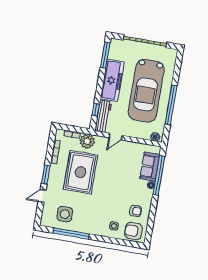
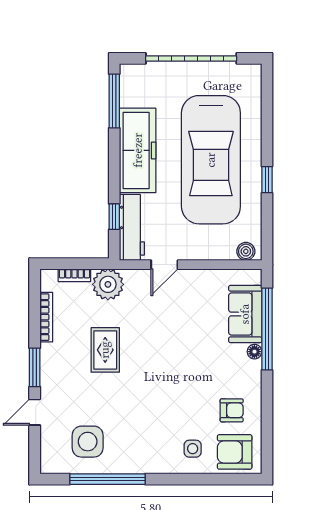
window: (171, 105) -> (267, 180), width x0.32
rug: (81, 172) -> (105, 350), width x0.54, depth x0.49

